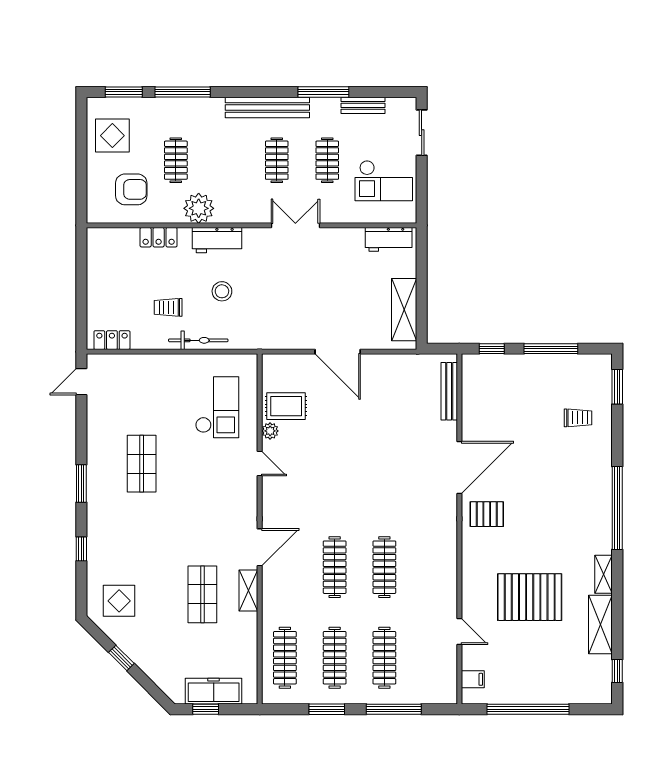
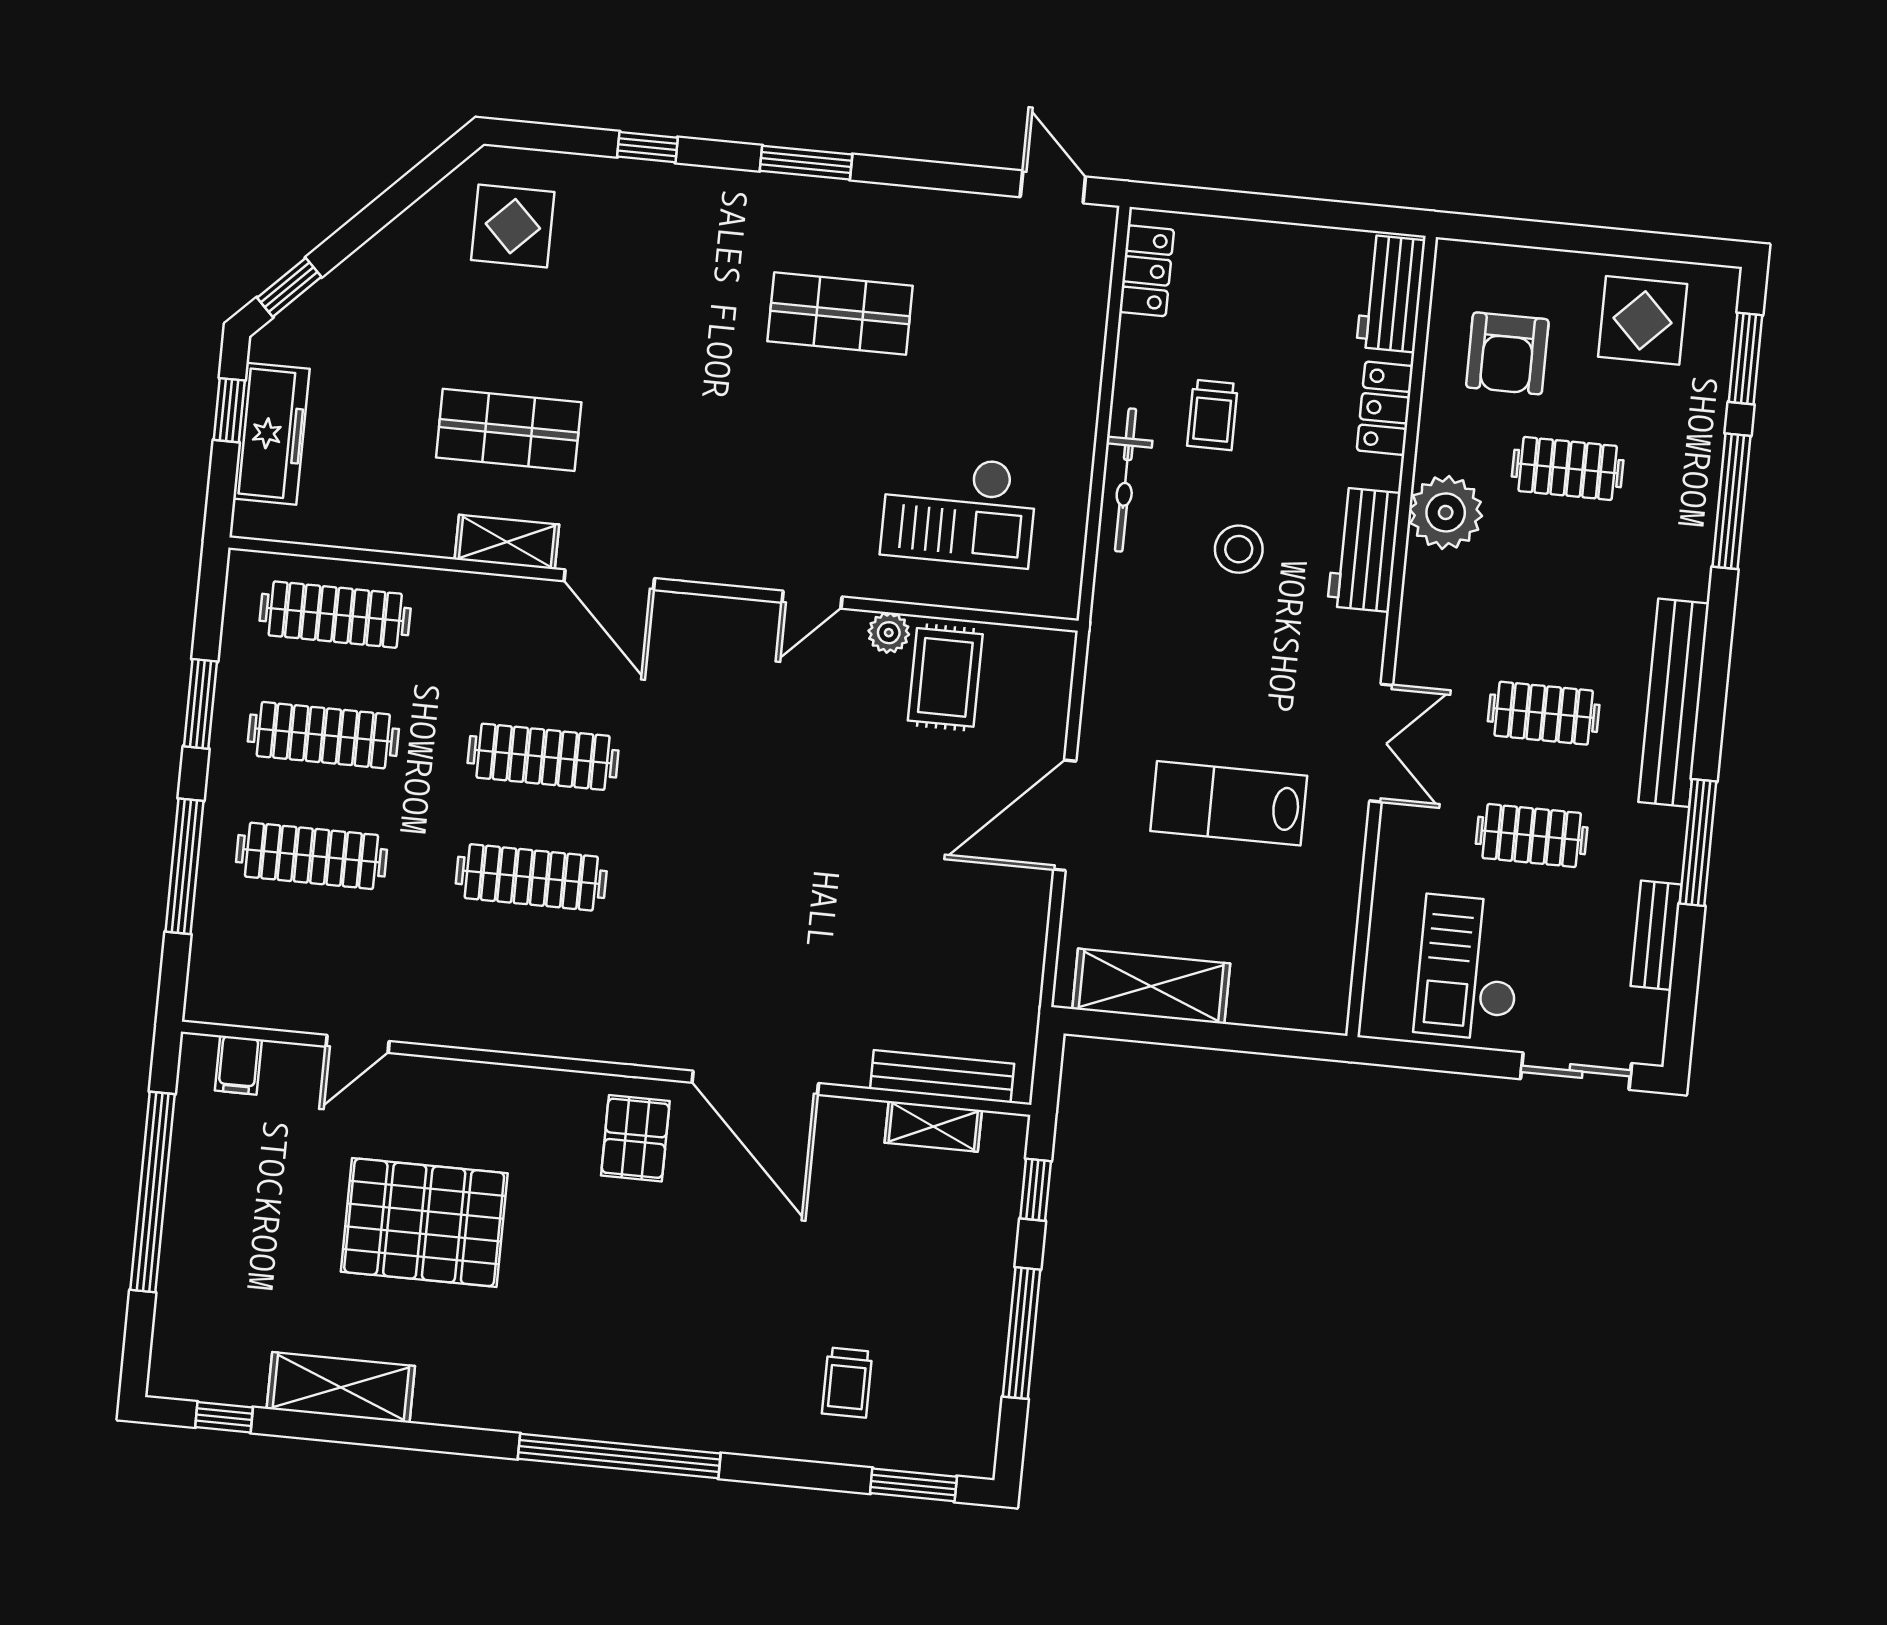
workbench: (389, 239) -> (1391, 294), moved
lab bench: (326, 285) -> (1229, 803), added
trolley: (168, 307) -> (1213, 415), turned 180
shelving: (604, 574) -> (933, 1126), moved
pallet: (530, 597) -> (424, 1222), turned 90
window: (121, 658) -> (289, 287), moved

